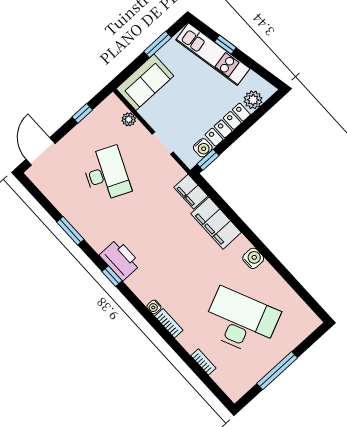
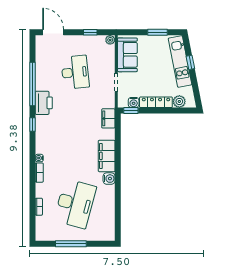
sofa: (145, 82) -> (127, 55), moved, turned -90
plant: (129, 119) -> (110, 40), moved
door: (41, 151) -> (53, 32), hinge flipped
desk: (106, 174) -> (75, 72), turned -30
filing cabinet: (216, 223) -> (107, 156), moved
window: (70, 231) -> (32, 84), width x2.11
printer: (120, 260) -> (44, 103), moved
desk: (241, 321) -> (75, 204), turned 39

